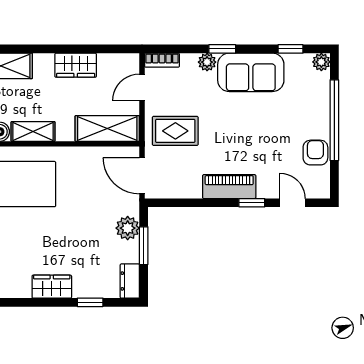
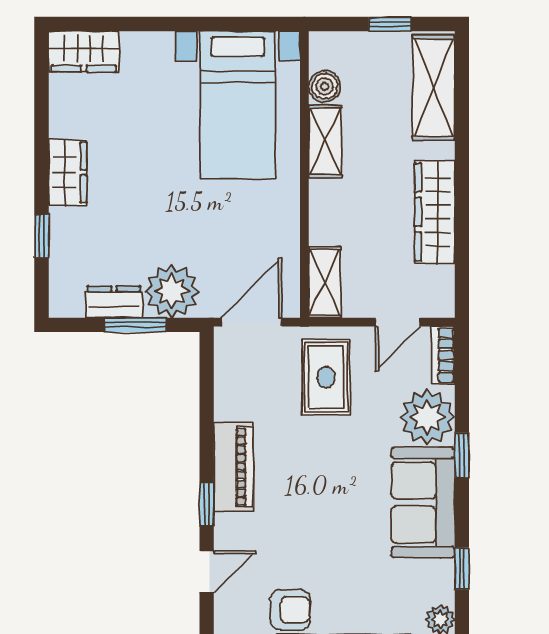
plant: (207, 62) -> (427, 417), width x1.87, depth x1.87
wardrobe: (76, 65) -> (435, 212), width x1.50
door: (142, 88) -> (398, 322), swing flipped
shelving: (107, 128) -> (325, 282), width x0.67, depth x0.75
plant: (128, 228) -> (172, 291), width x1.36, depth x1.36
dresser: (130, 281) -> (114, 302), moved

